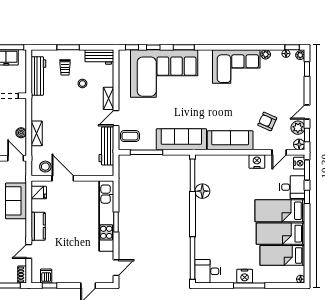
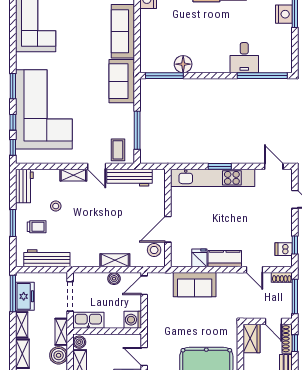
sofa: (181, 139) -> (122, 81), width x0.73
fridge: (39, 193) -> (199, 258), moved
desk: (208, 271) -> (244, 58), moved

